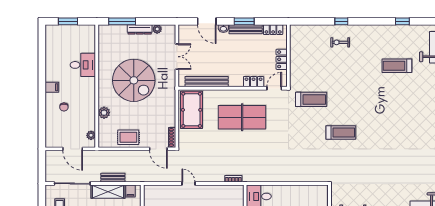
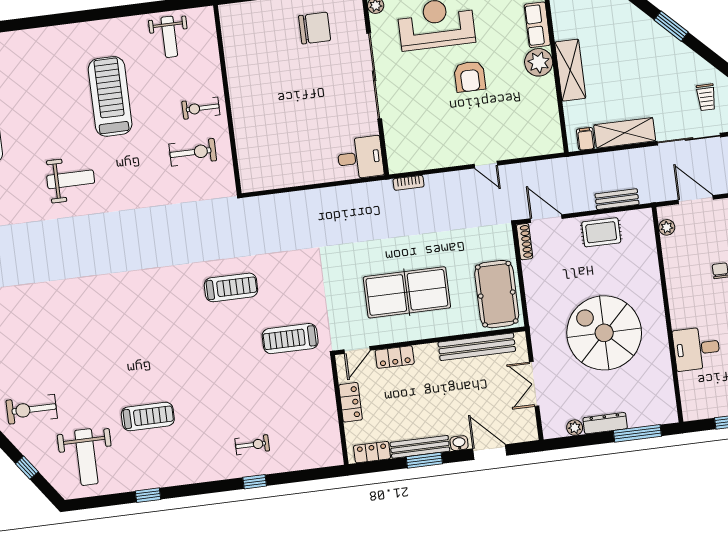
plant: (104, 113) -> (649, 270), removed
treadmill: (341, 133) -> (231, 287), turned 180
bench: (113, 178) -> (617, 199), moved

